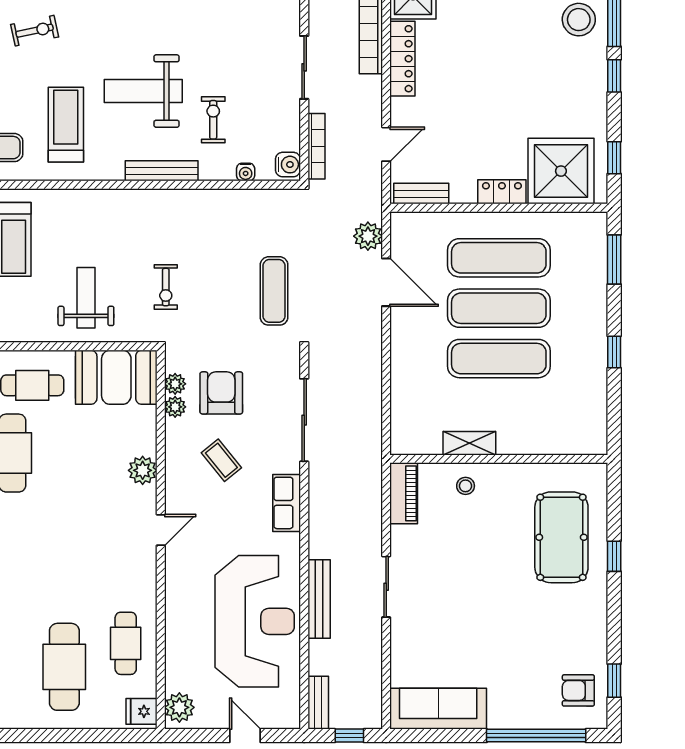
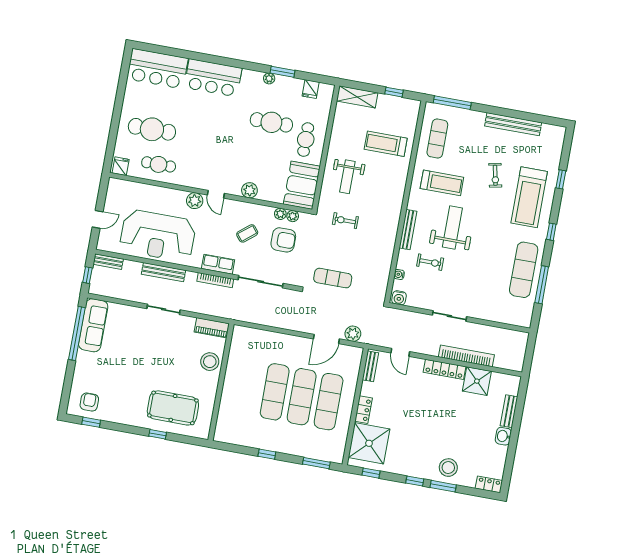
bookcase: (316, 146) -> (215, 280), moved
weight bench: (86, 298) -> (347, 177), turned 90
shelving: (469, 443) -> (232, 368), removed
stool: (466, 486) -> (210, 362), width x1.89, depth x1.89
plant: (179, 707) -> (195, 201), moved
window: (536, 736) -> (77, 333), moved

